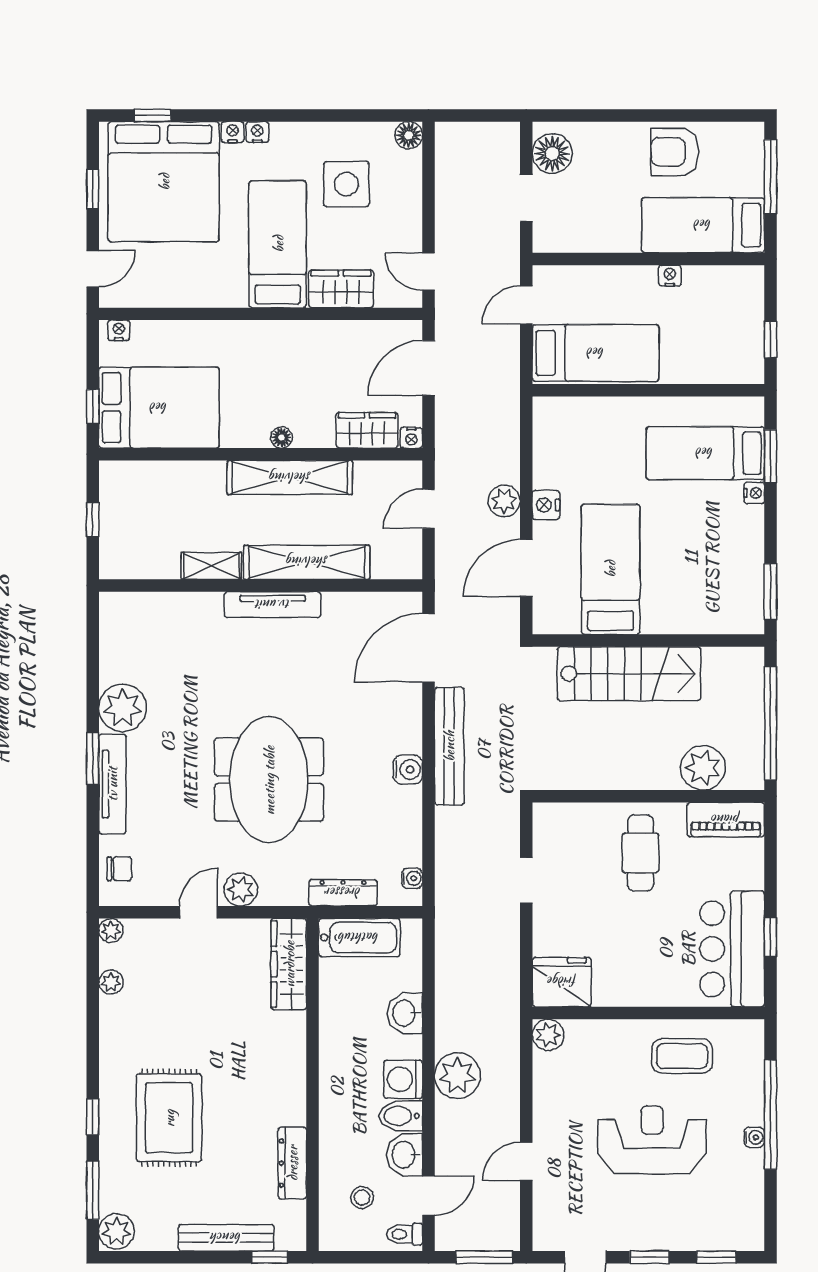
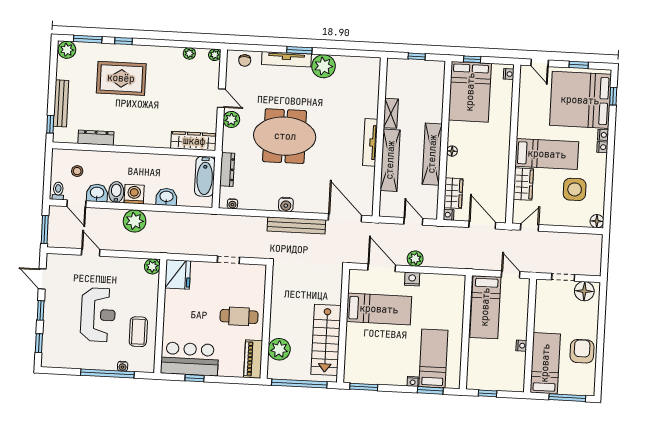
stairs: (629, 674) -> (326, 340), moved
water cooler: (754, 1137) -> (123, 366), moved

